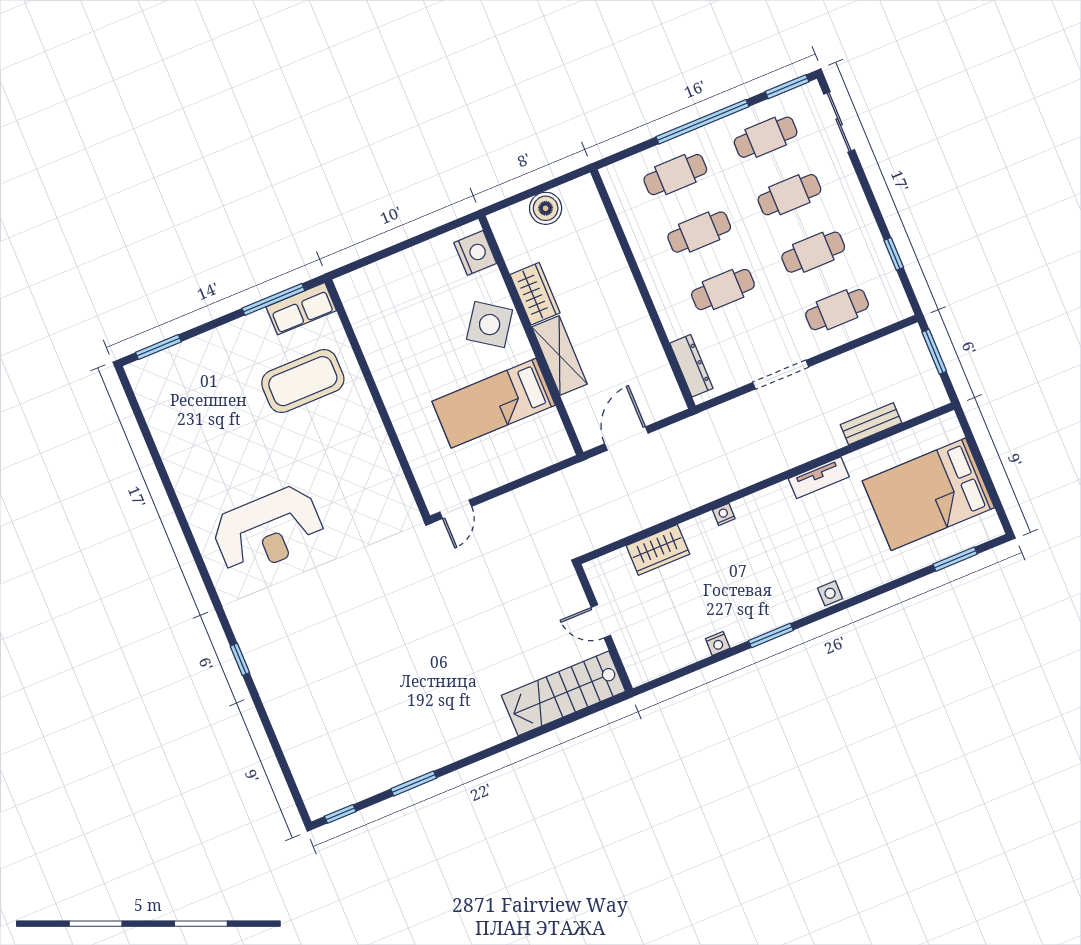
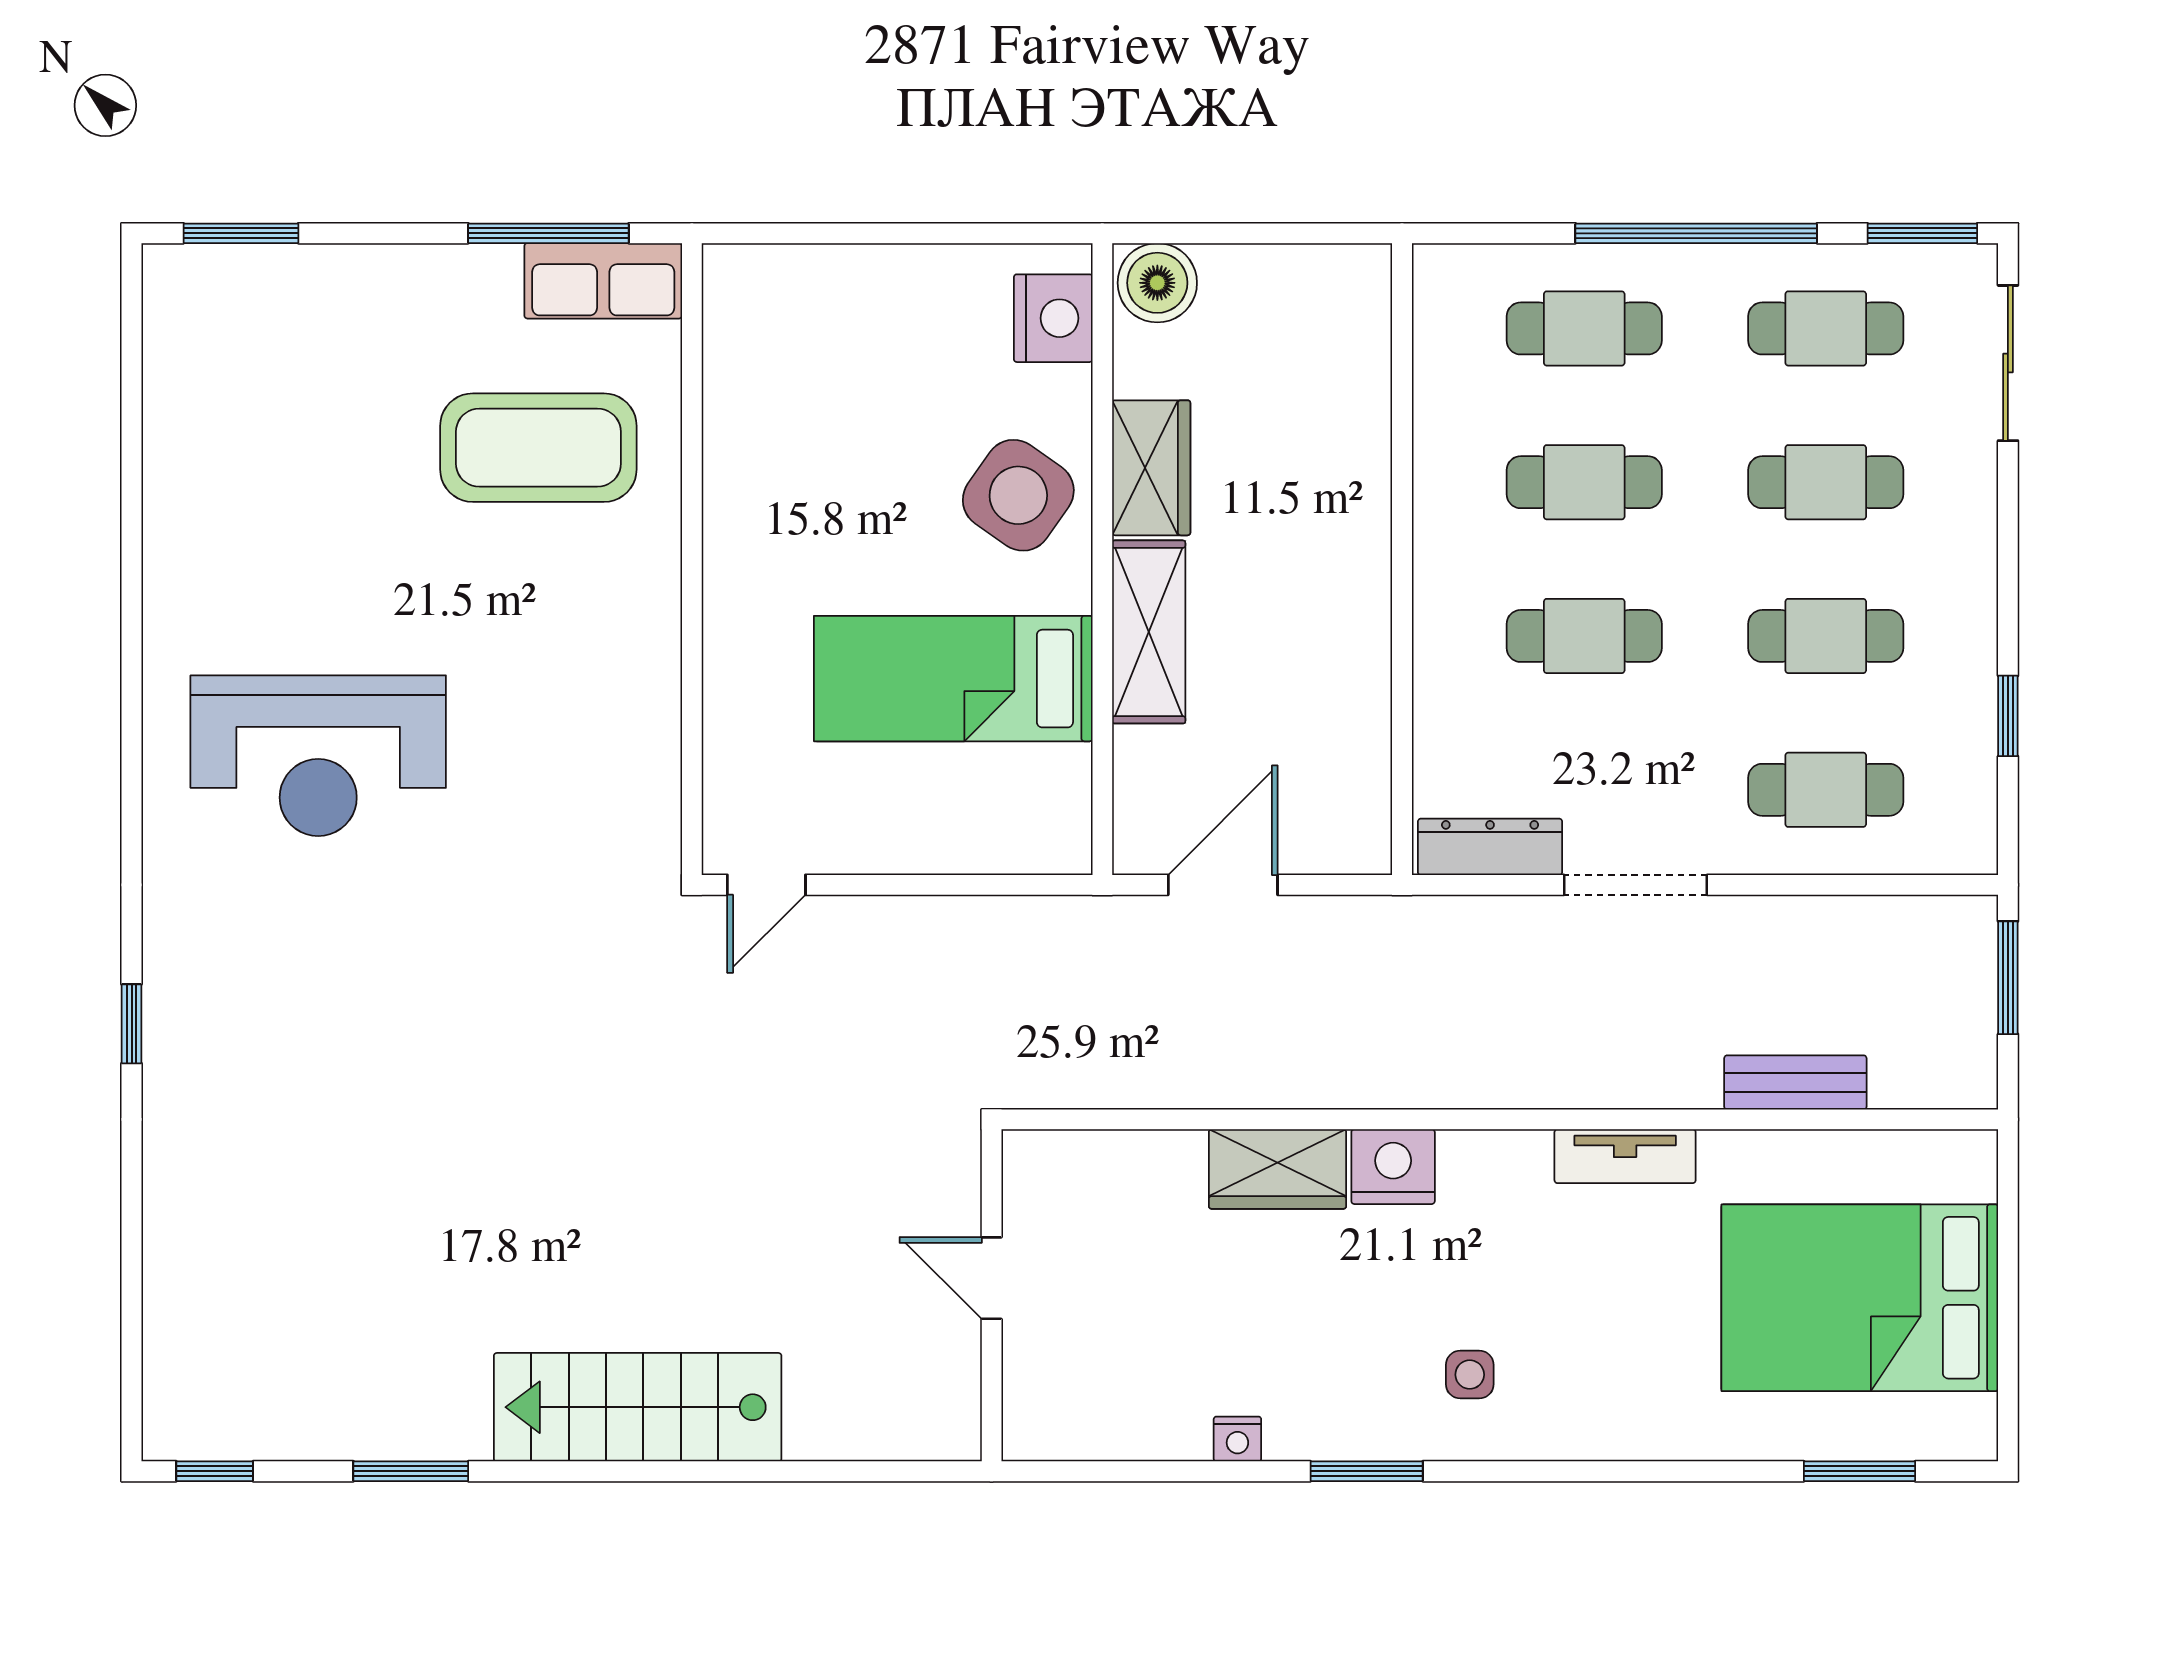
boiler: (546, 208) -> (1157, 283), moved
dresser: (691, 366) -> (1490, 847), moved, turned -90
nightstand: (724, 514) -> (1393, 1167), width x1.89, depth x1.79
wardrobe: (658, 550) -> (1278, 1169), moved
side table: (830, 593) -> (1470, 1375), moved
stairs: (563, 693) -> (638, 1407), moved

